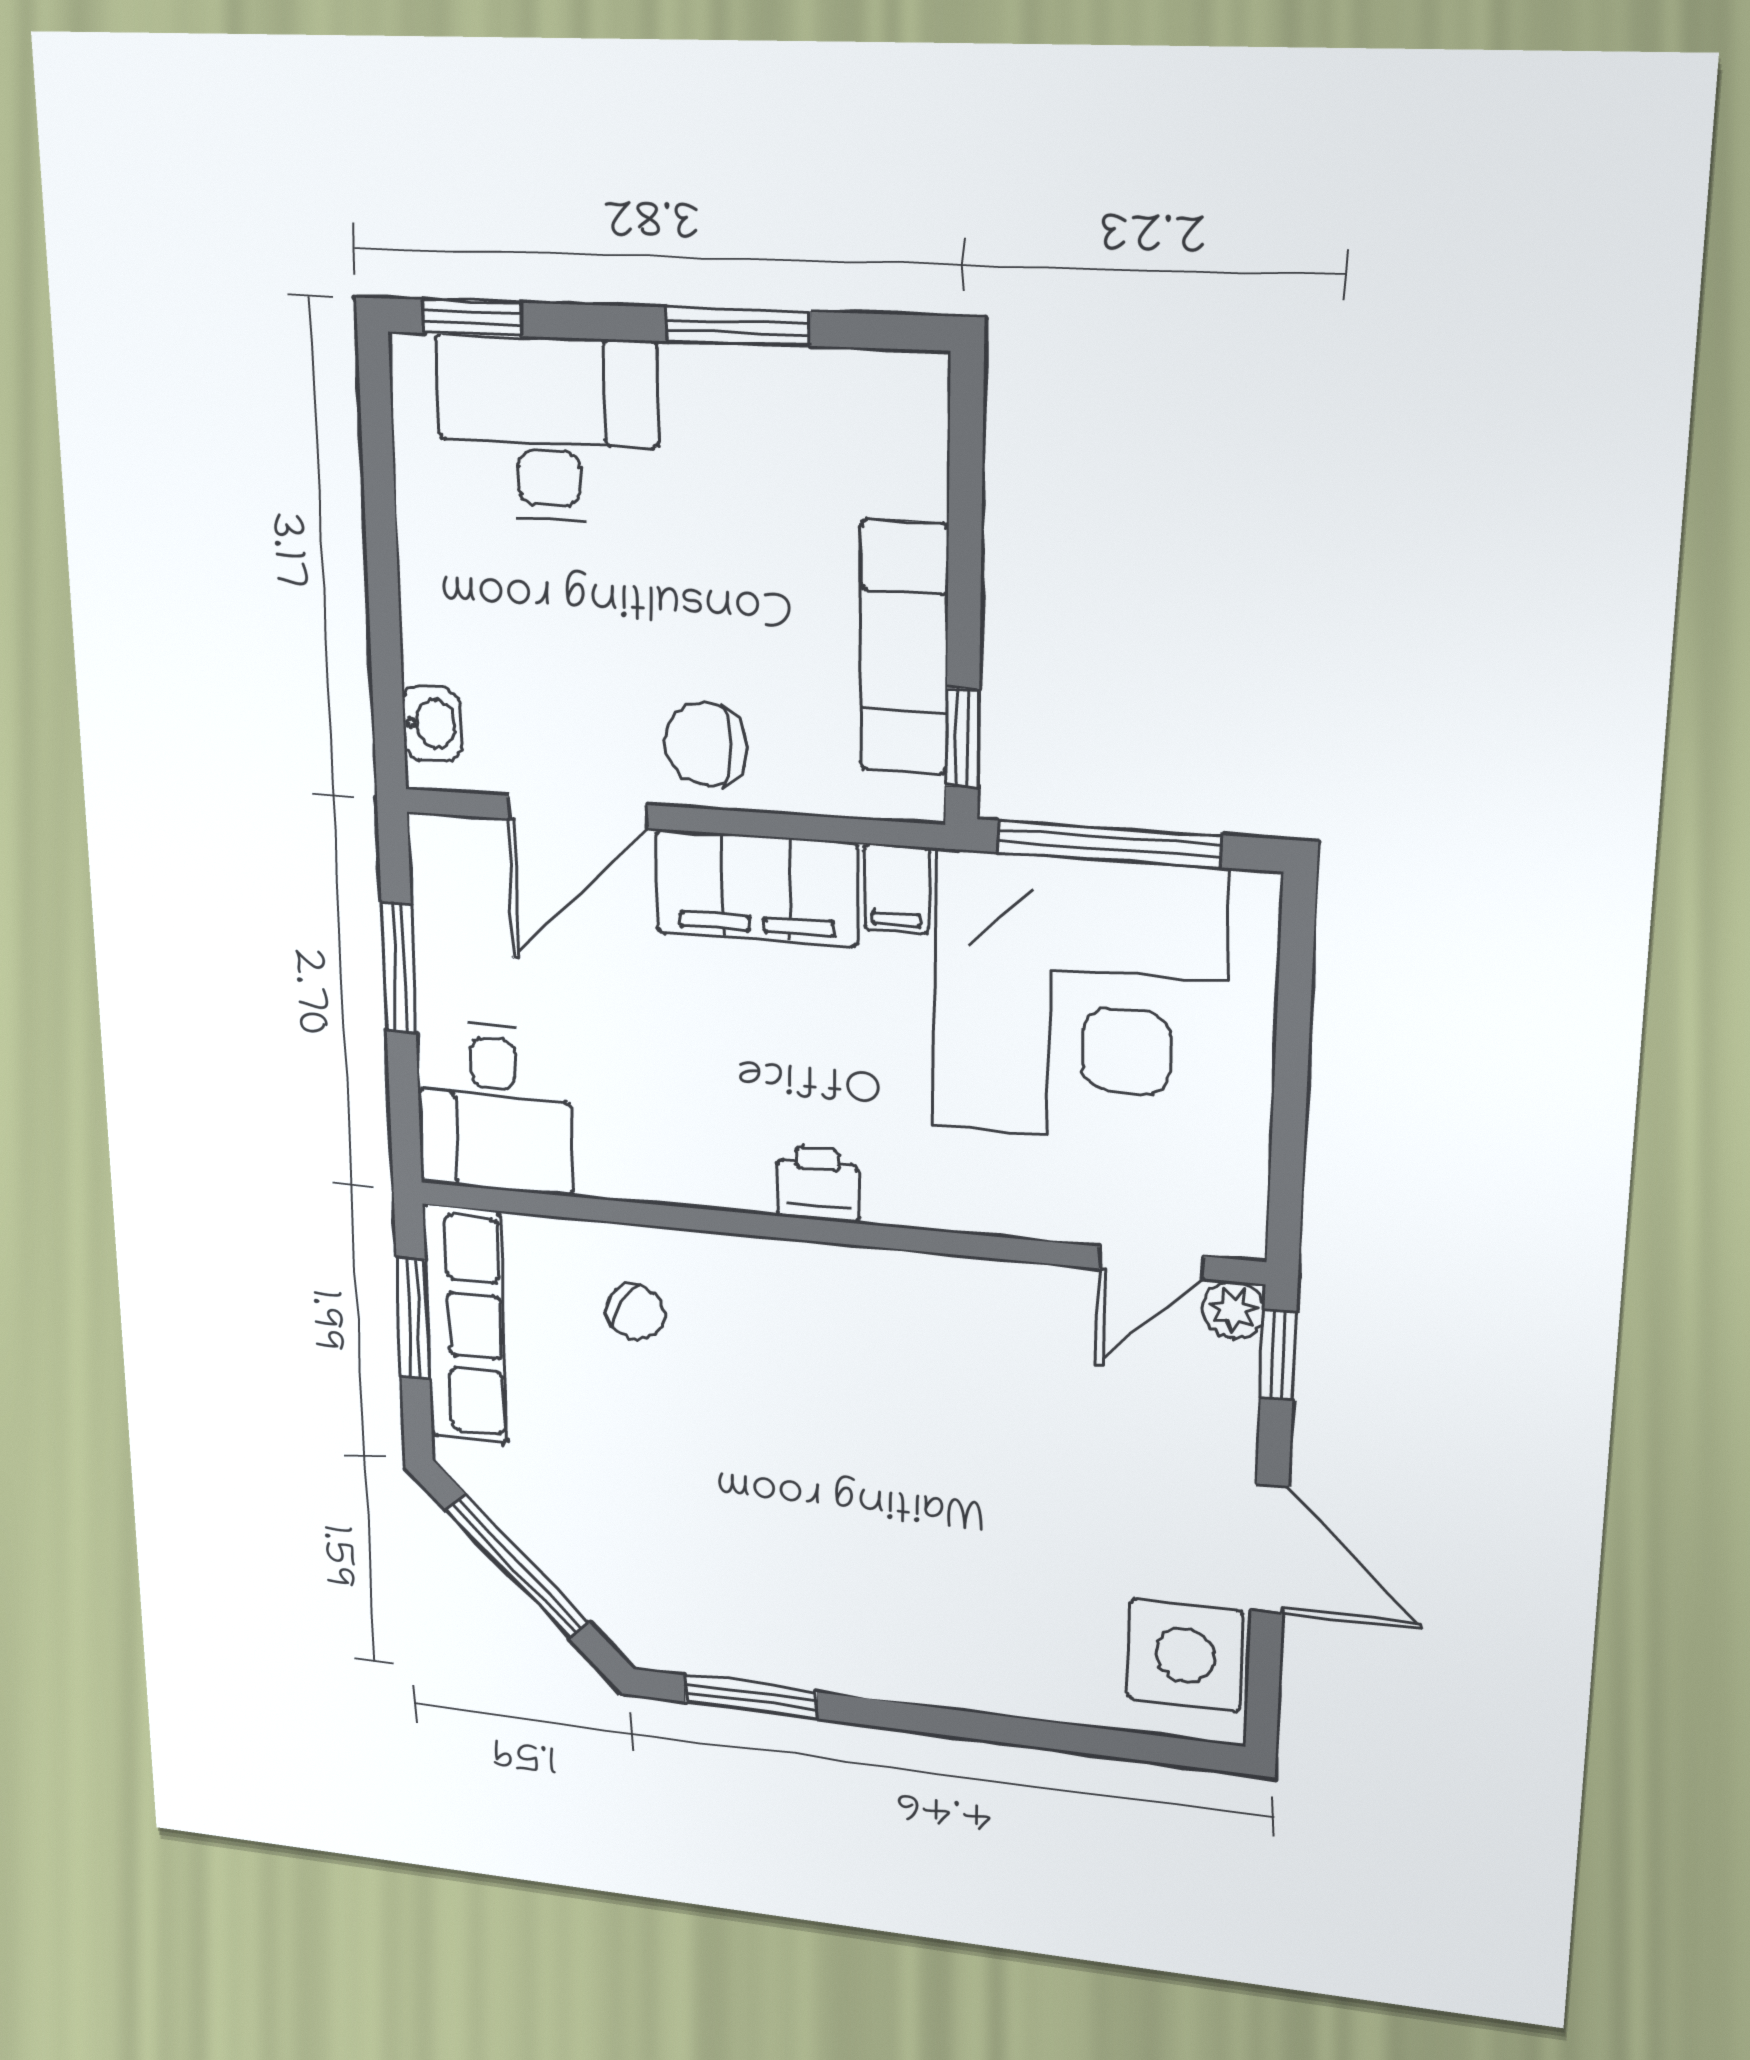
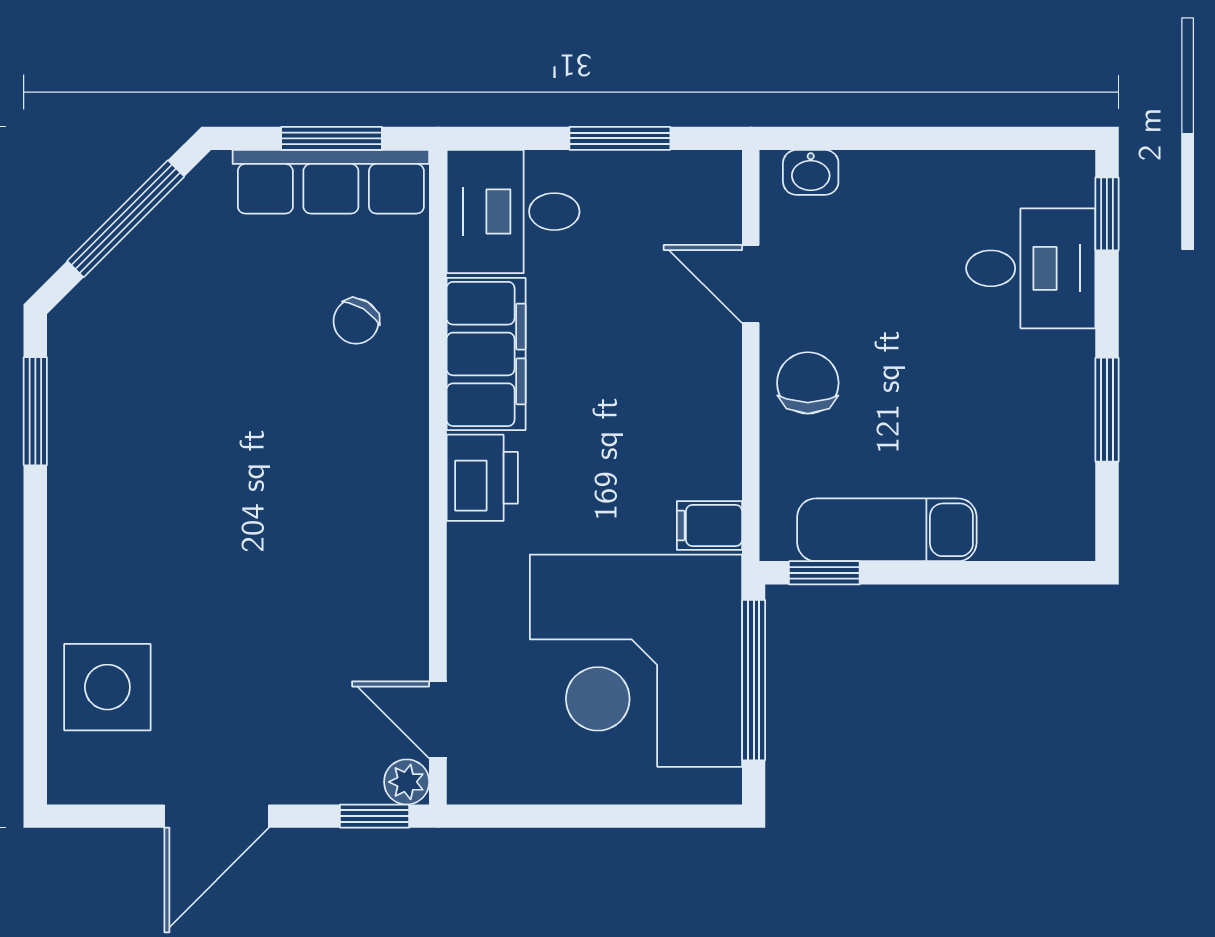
desk: (548, 429) -> (1031, 268), width x0.73
door: (578, 812) -> (751, 284), width x0.73
filing cabinet: (756, 888) -> (486, 354), moved, turned 180
printer: (818, 1184) -> (482, 478), width x1.36, depth x1.24
side table: (1185, 1655) -> (107, 687), moved

